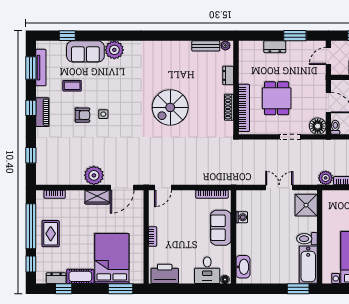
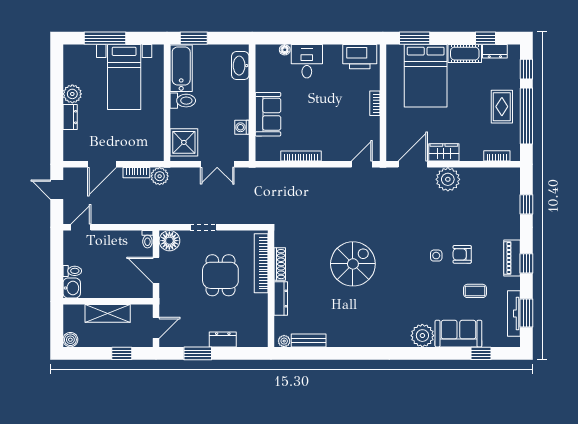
dresser: (228, 75) -> (281, 299), width x1.44
washing machine: (242, 217) -> (242, 127), moved
sofa: (221, 228) -> (268, 114), moved
wall: (233, 237) -> (252, 103), moved
washbasin: (243, 267) -> (240, 66), moved

